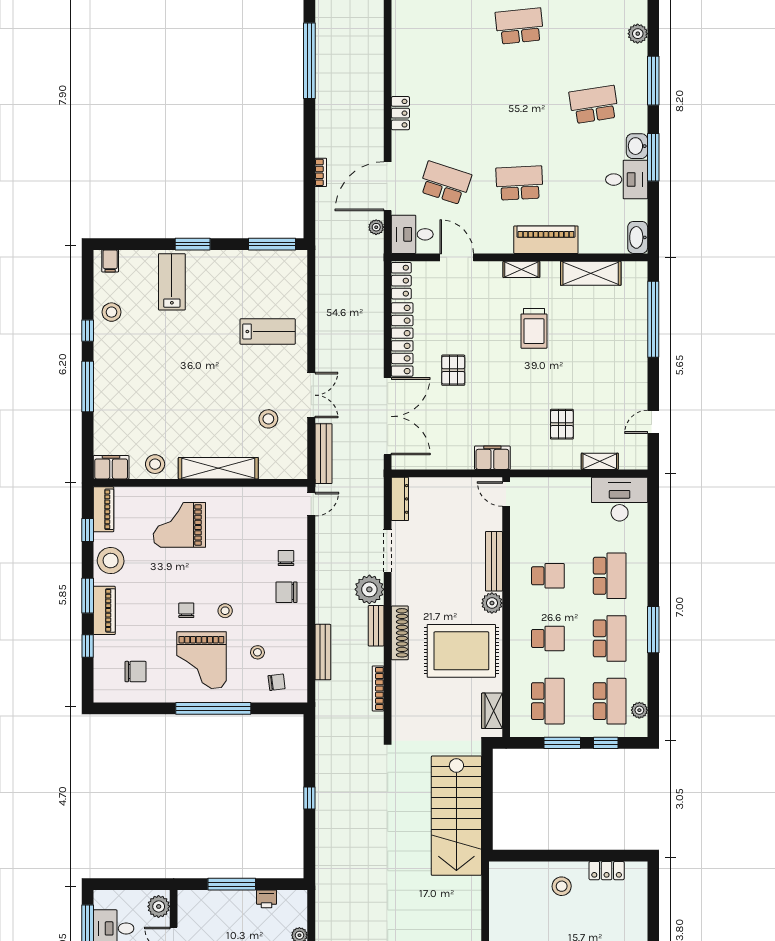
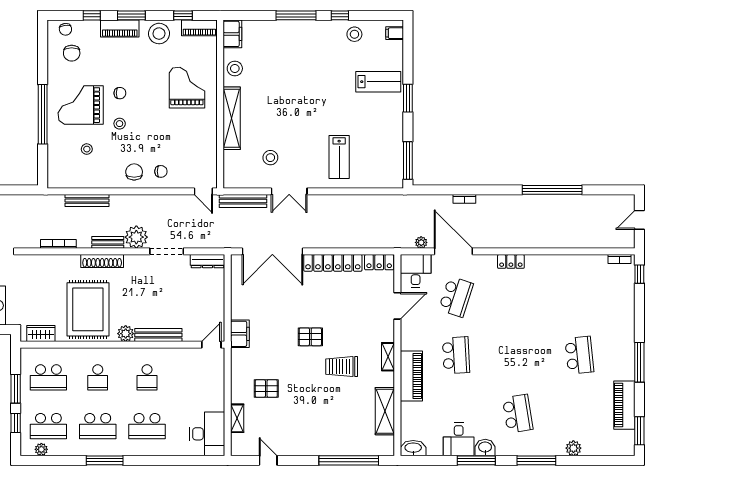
pallet: (453, 370) -> (310, 337), moved
chair: (277, 682) -> (65, 29), moved

